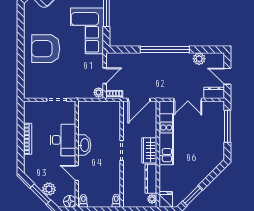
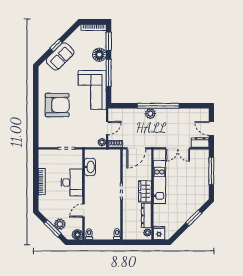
armchair: (46, 49) -> (57, 105), turned 180
plant: (199, 59) -> (150, 114), moved
washbasin: (84, 145) -> (90, 167), moved
door: (77, 173) -> (84, 211), hinge flipped
window: (193, 196) -> (194, 218), moved

